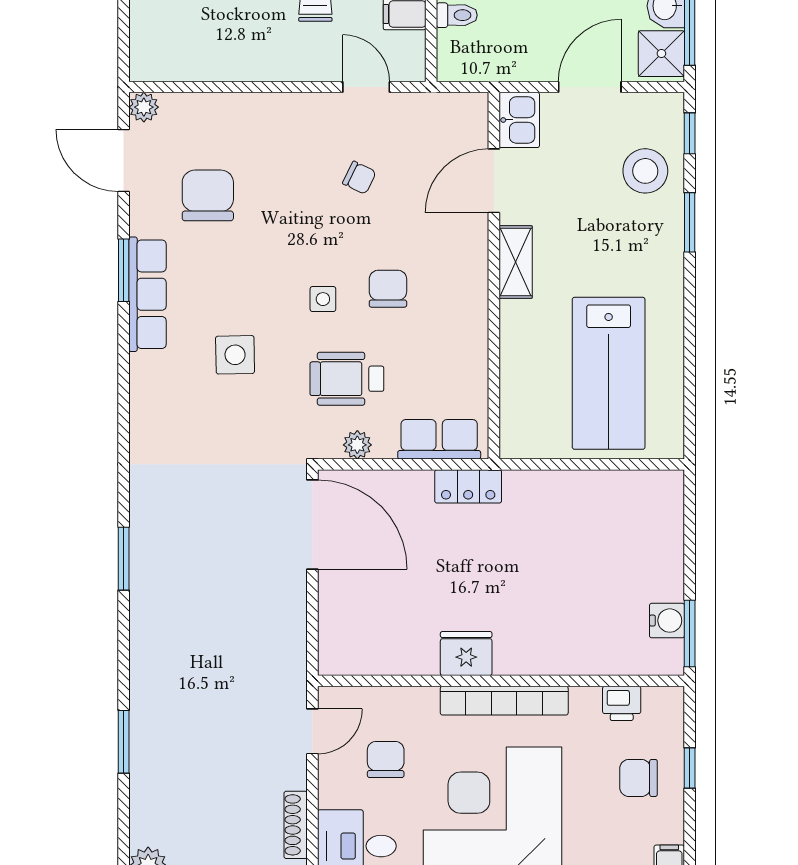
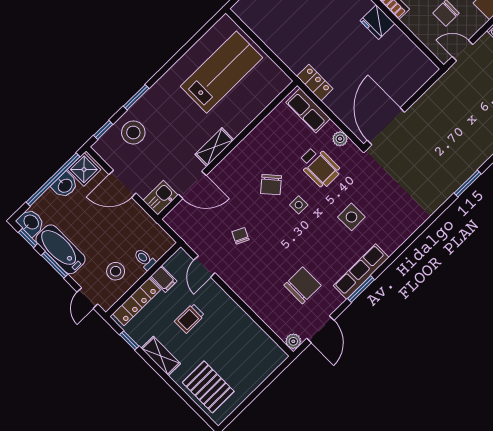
chair: (208, 195) -> (303, 285), turned 180
chair: (388, 289) -> (271, 185), turned -41

